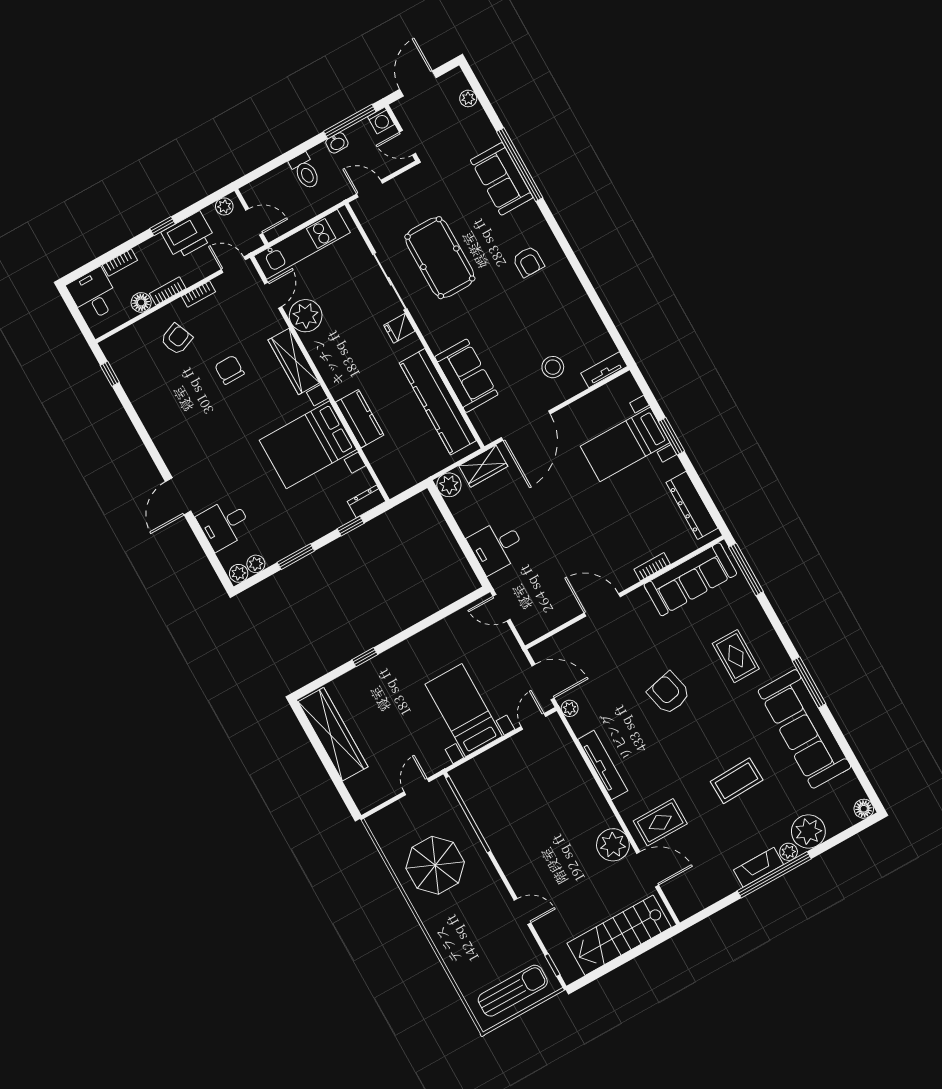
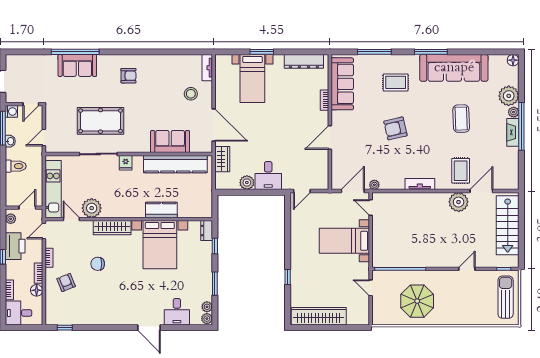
plant: (468, 98) -> (25, 59), removed
plant: (449, 485) -> (247, 183), moved
window: (746, 569) -> (374, 52), moved
tv unit: (603, 765) -> (420, 184), width x0.71

